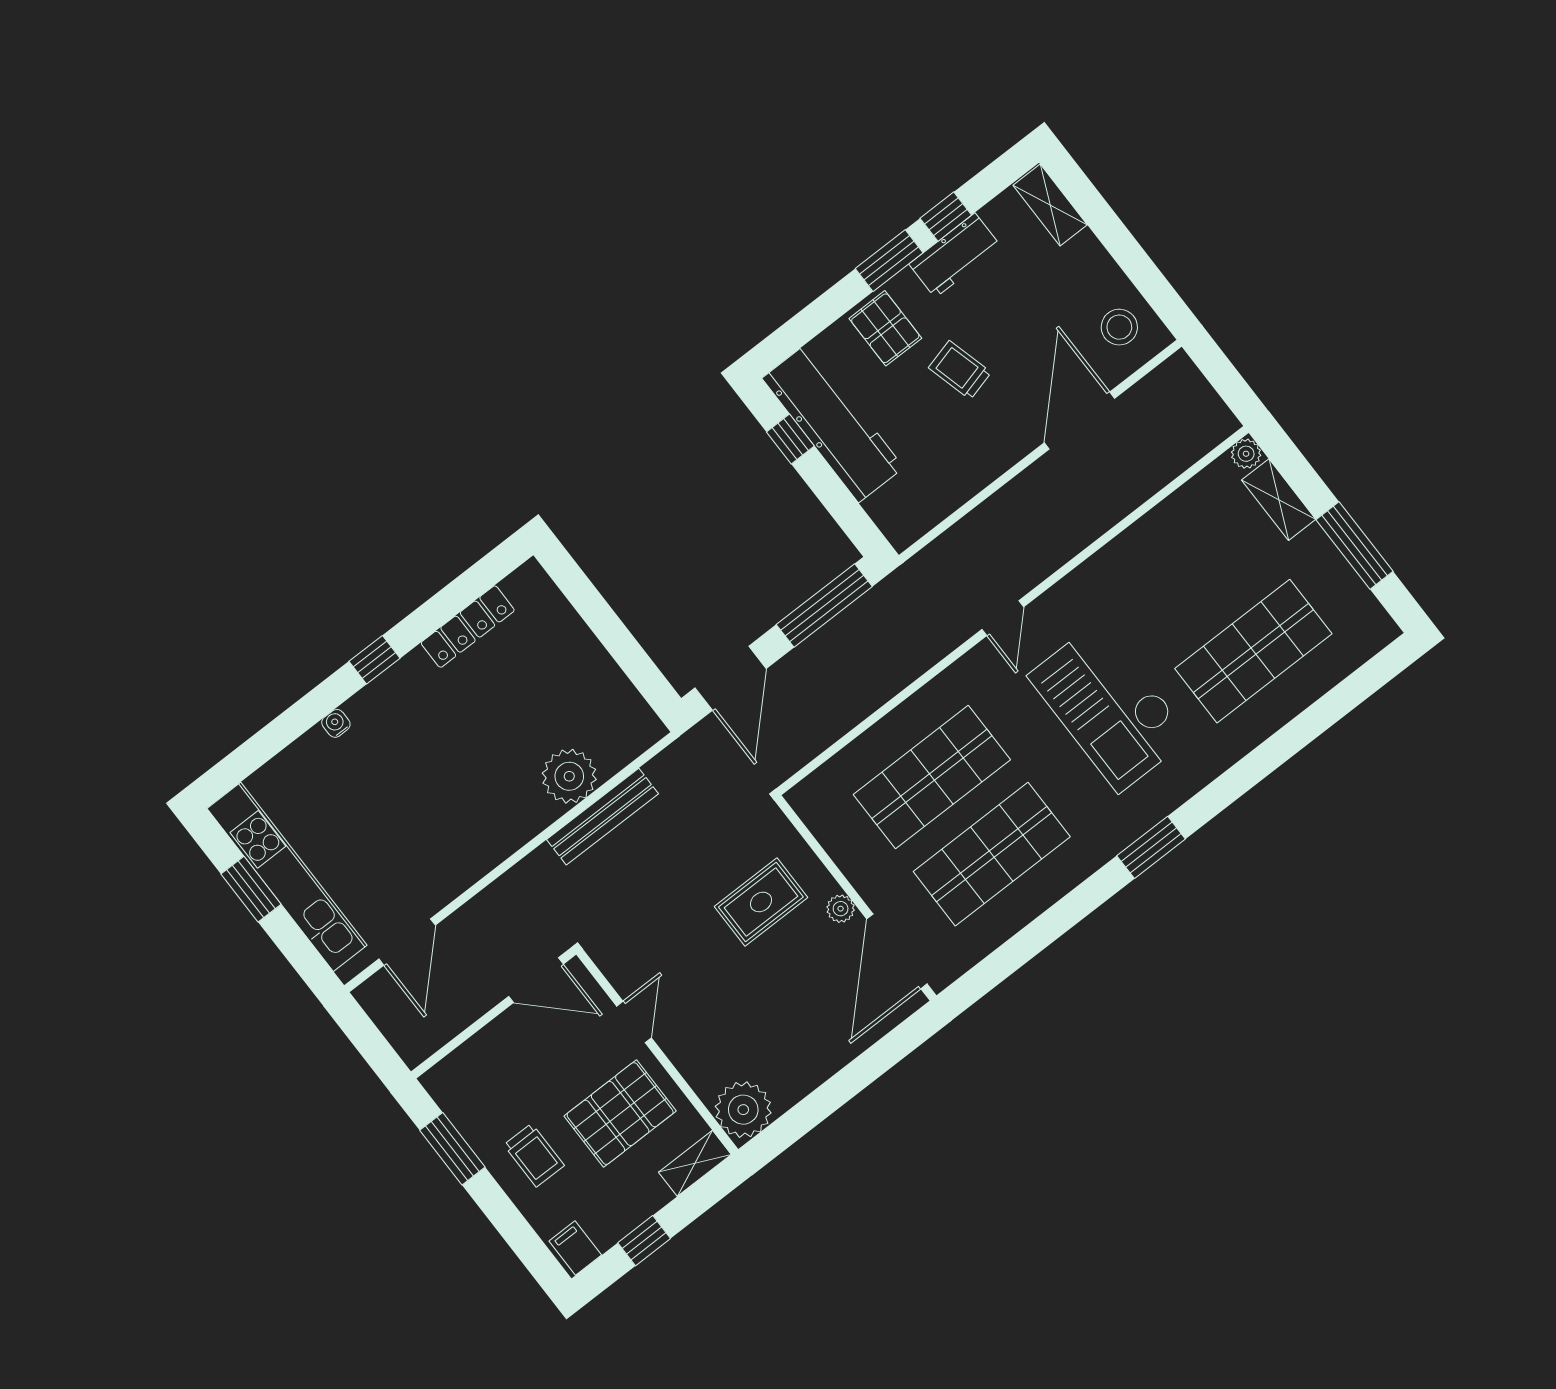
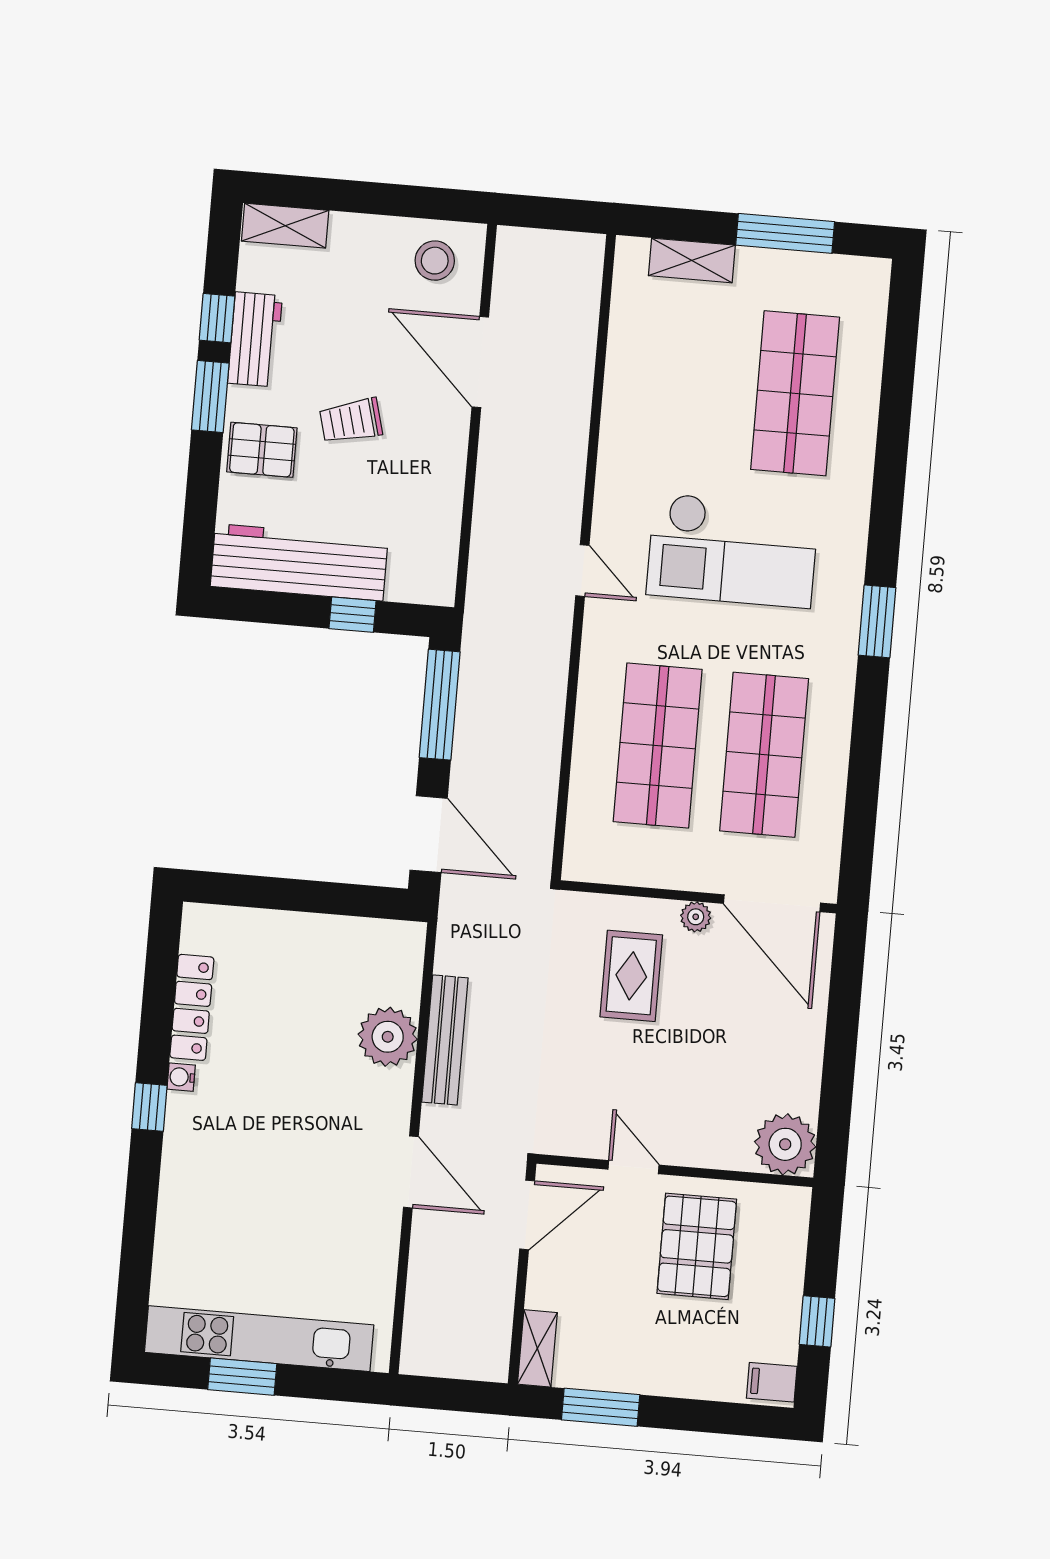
window: (790, 439) -> (352, 615), moved
plant: (1246, 454) -> (631, 253), removed
water cooler: (336, 723) -> (181, 1077), moved
door: (407, 942) -> (411, 1172), moved
trolley: (534, 1155) -> (667, 1347), removed
shelving: (695, 1163) -> (537, 1348), moved

